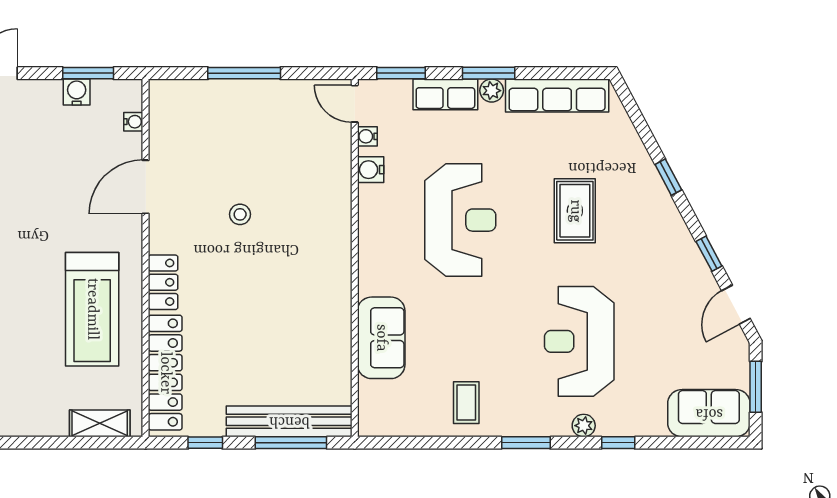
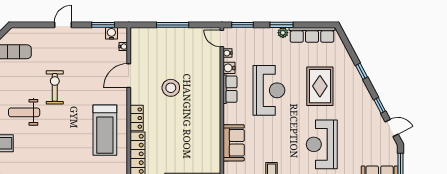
water cooler: (77, 92) -> (111, 33), moved
row of seats: (445, 94) -> (230, 89), moved, turned -90
rug: (575, 211) -> (320, 86), width x1.36, depth x1.43
stool: (240, 214) -> (171, 88), width x1.89, depth x1.89
door: (736, 305) -> (392, 128), swing flipped

